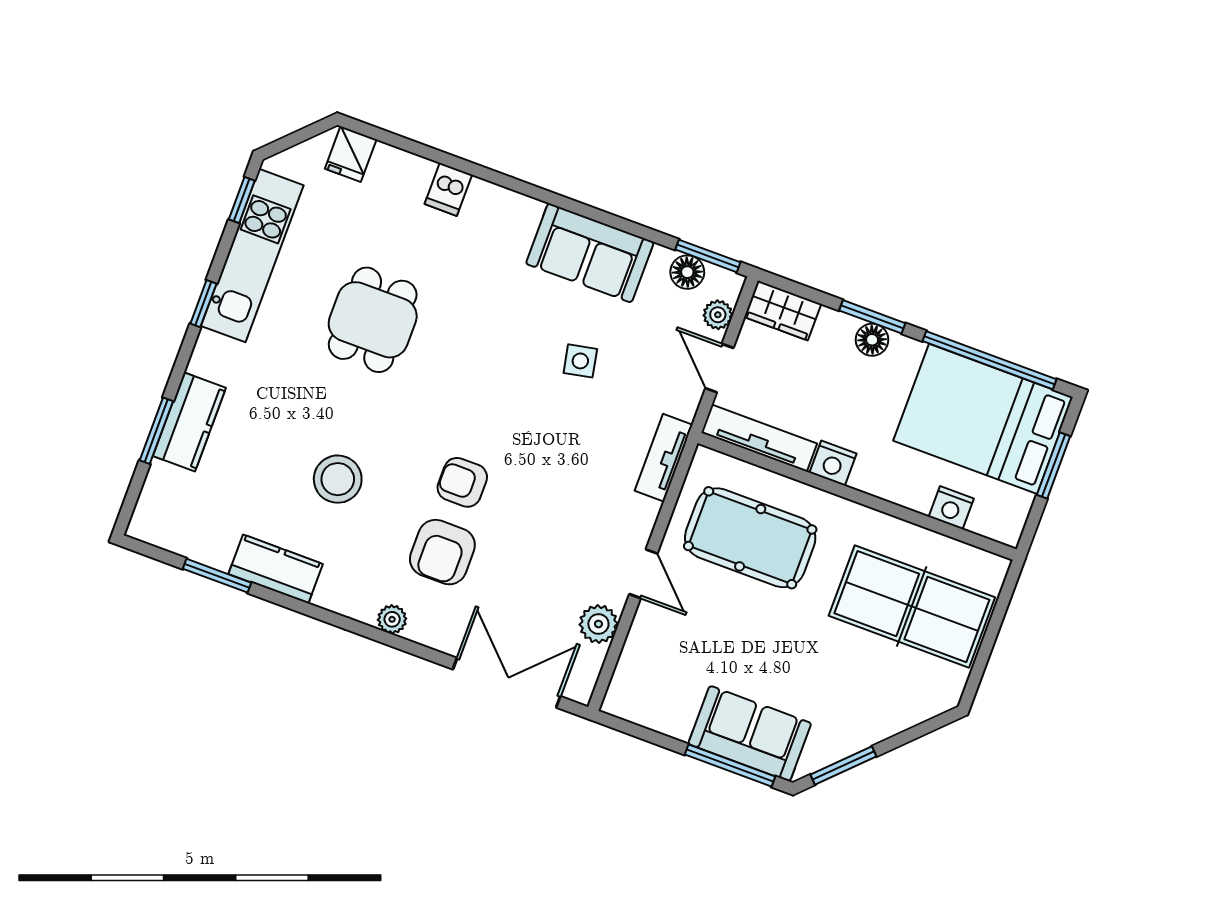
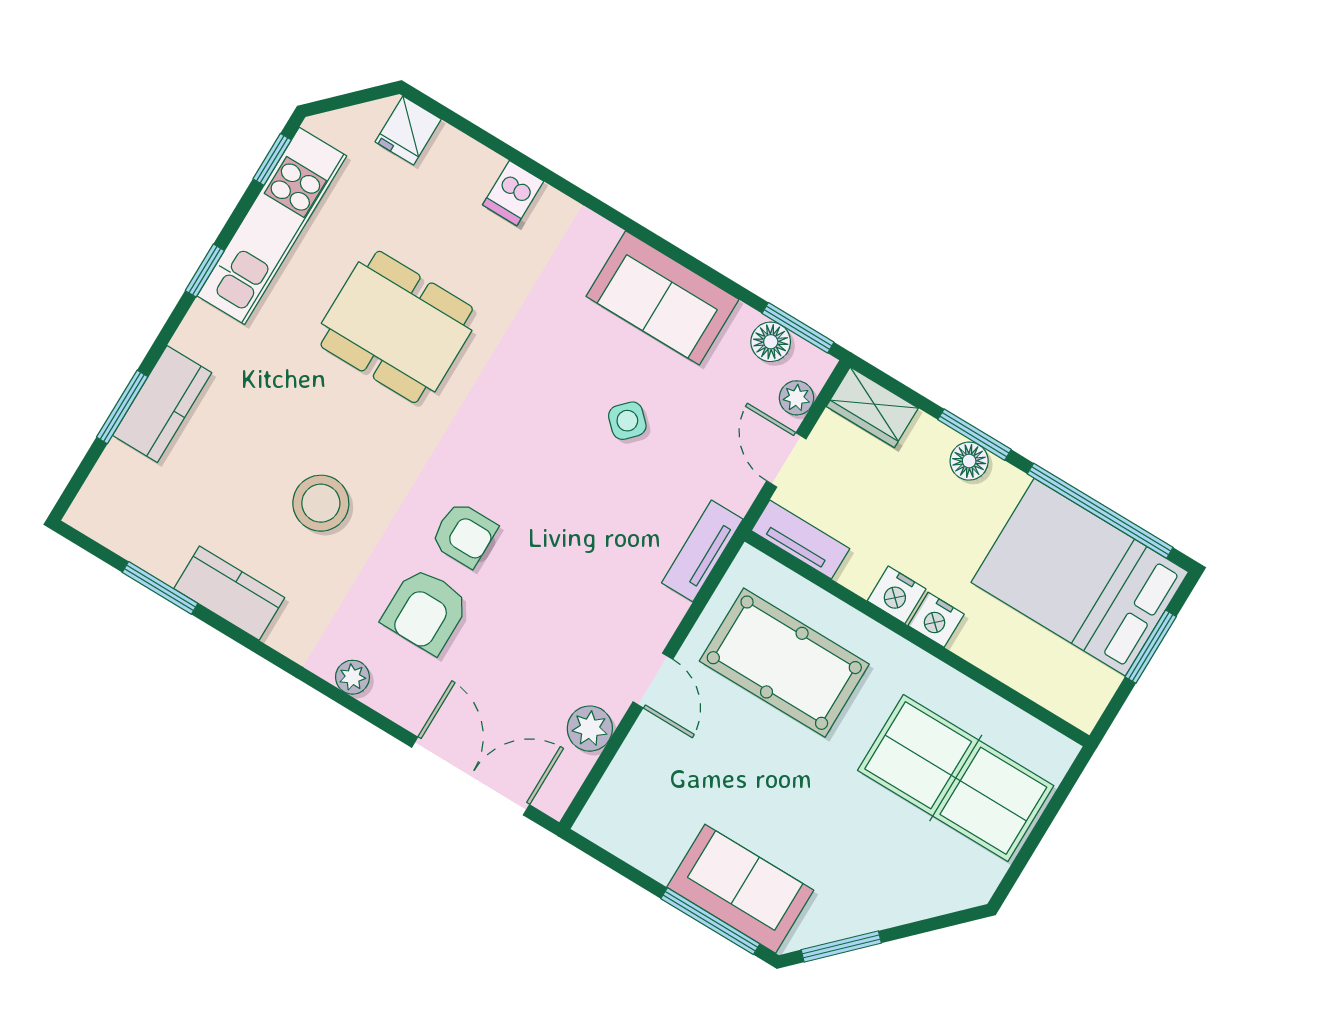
dining table: (373, 320) -> (397, 327), width x1.37
side table: (580, 361) -> (627, 421), turned -35
tv unit: (759, 438) -> (800, 540), width x0.71
armchair: (462, 482) -> (464, 535), turned 180
nightstand: (951, 508) -> (936, 620), moved

